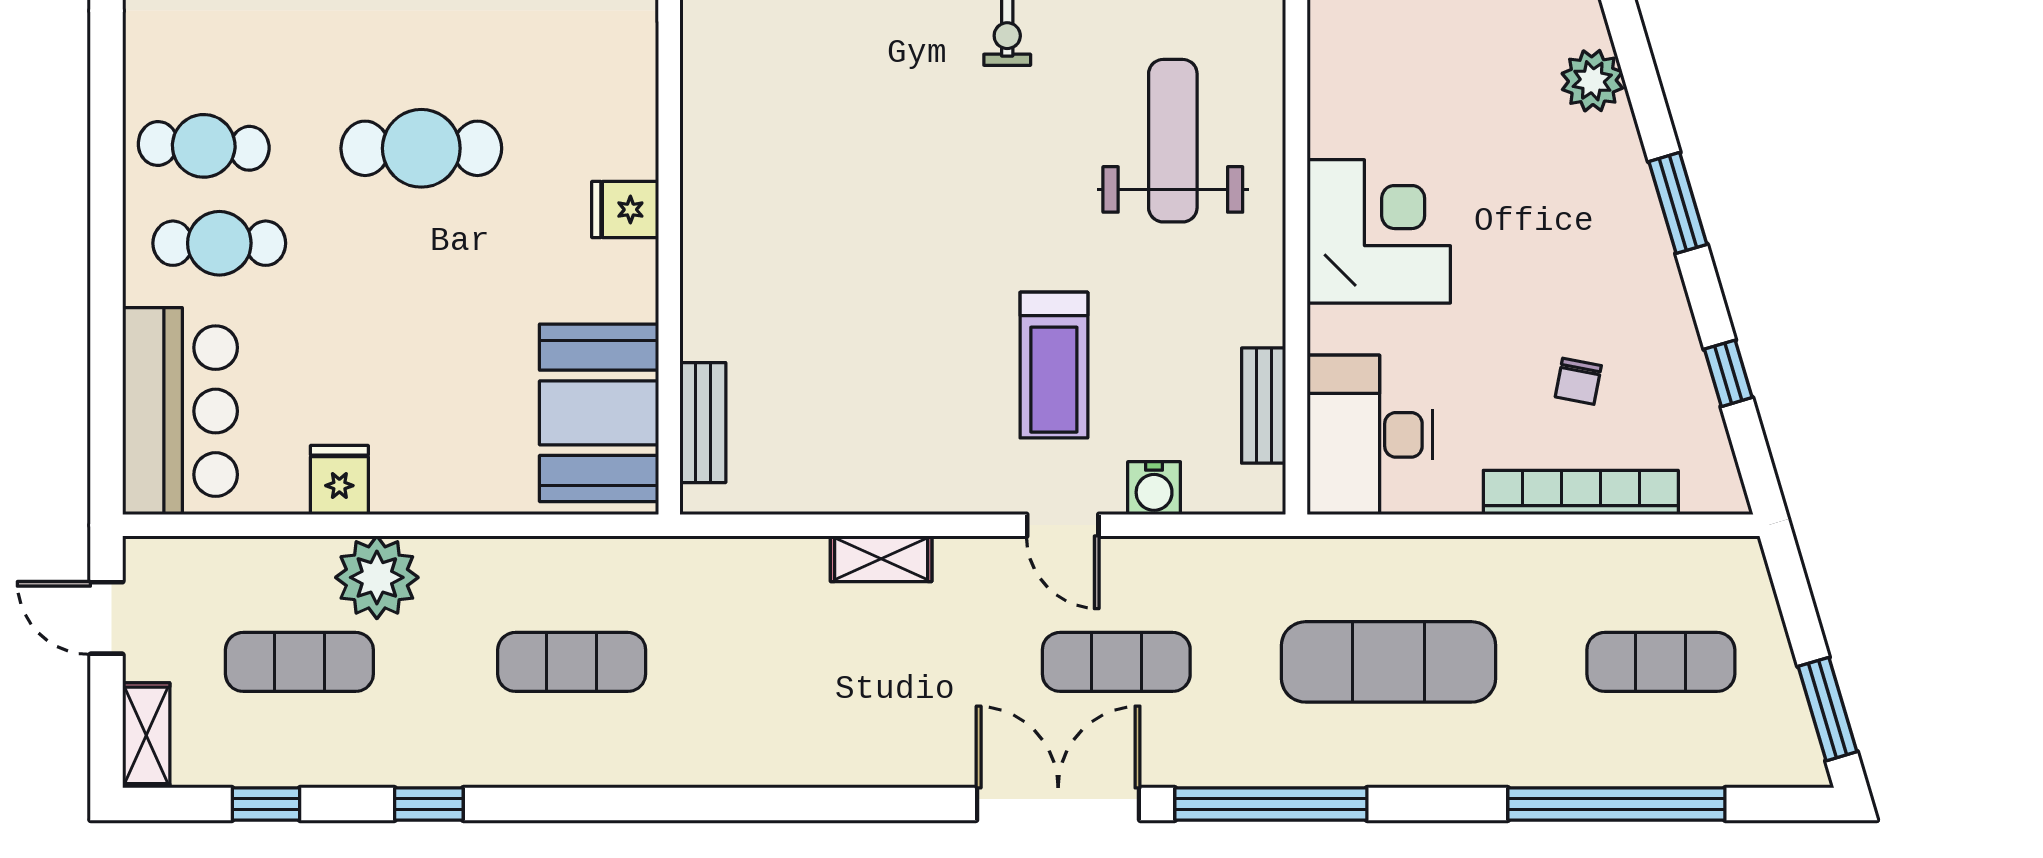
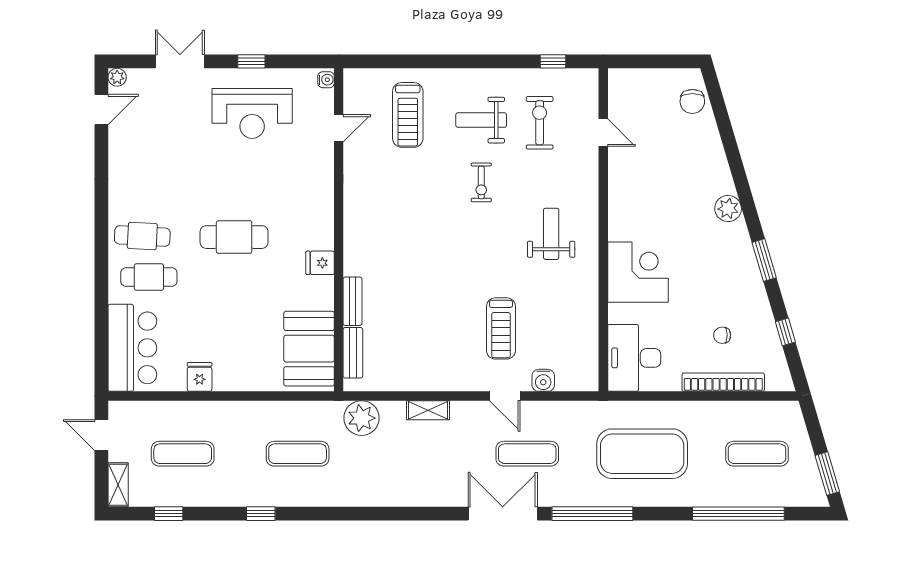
weight bench: (1173, 141) -> (551, 234), width x0.73, depth x0.75
chair: (1578, 381) -> (722, 335), turned 79
bench: (1264, 406) -> (353, 301), moved
plant: (377, 577) -> (361, 418), moved
exercise mat: (1389, 662) -> (642, 454), width x1.47
window: (429, 804) -> (261, 514), moved

